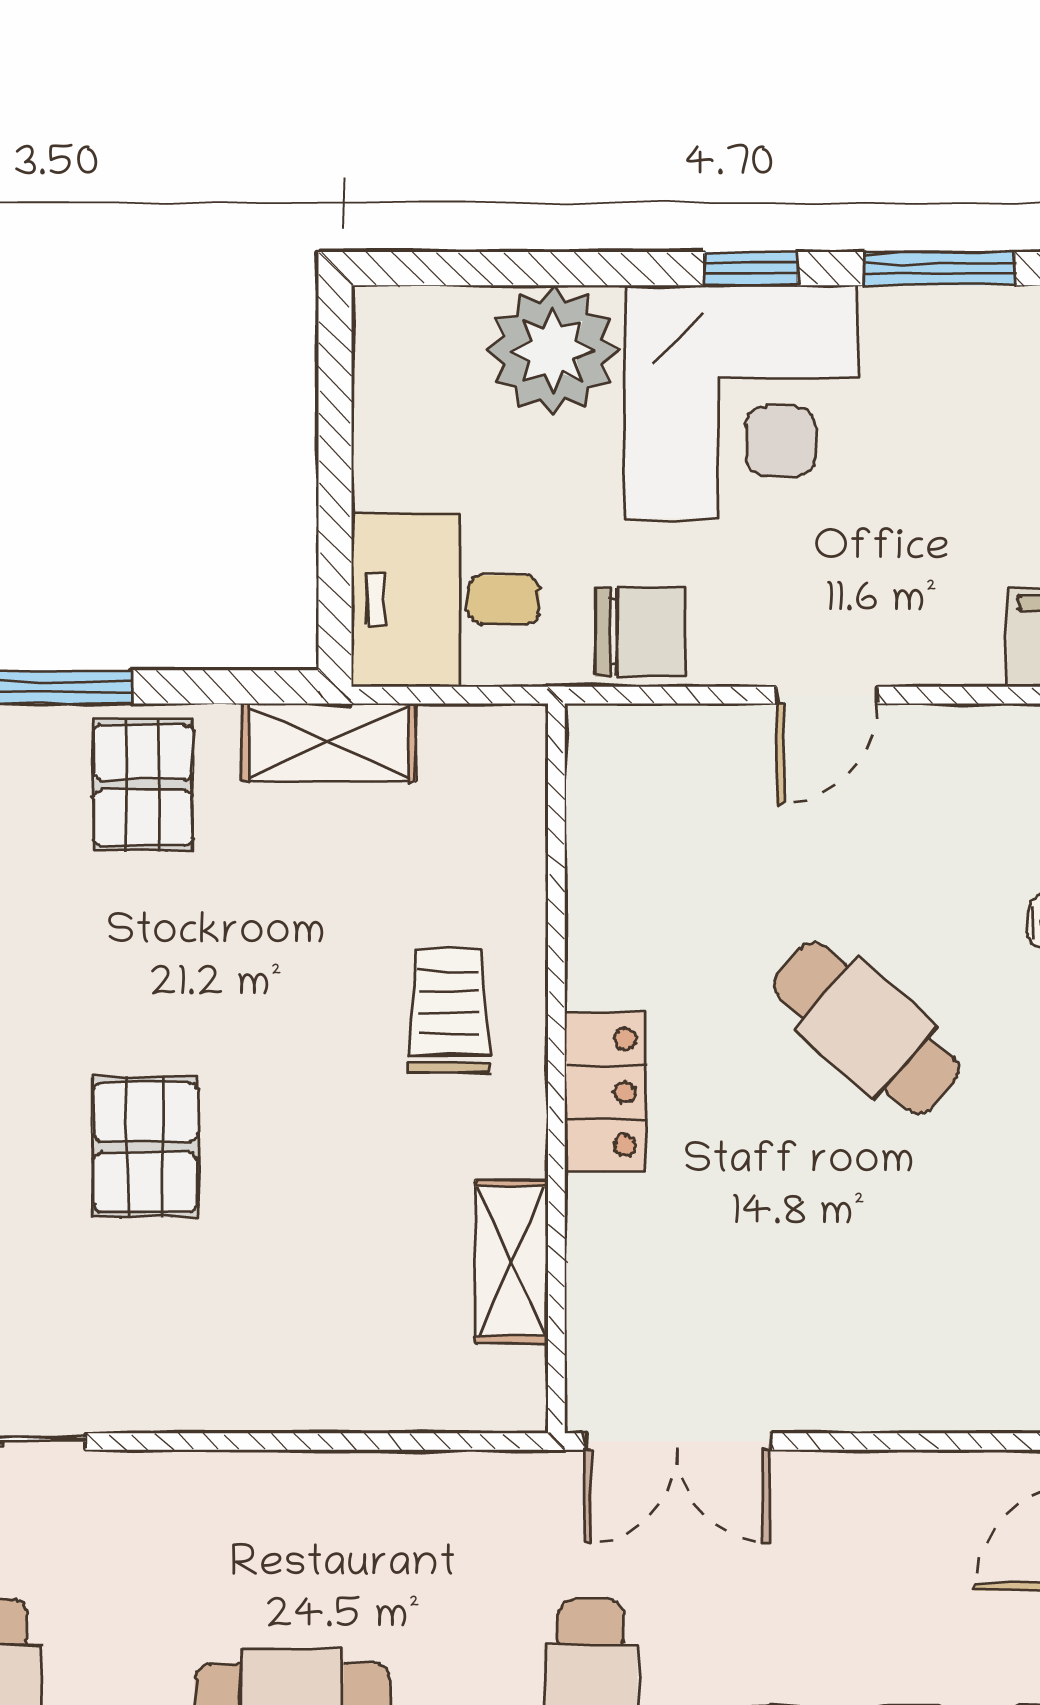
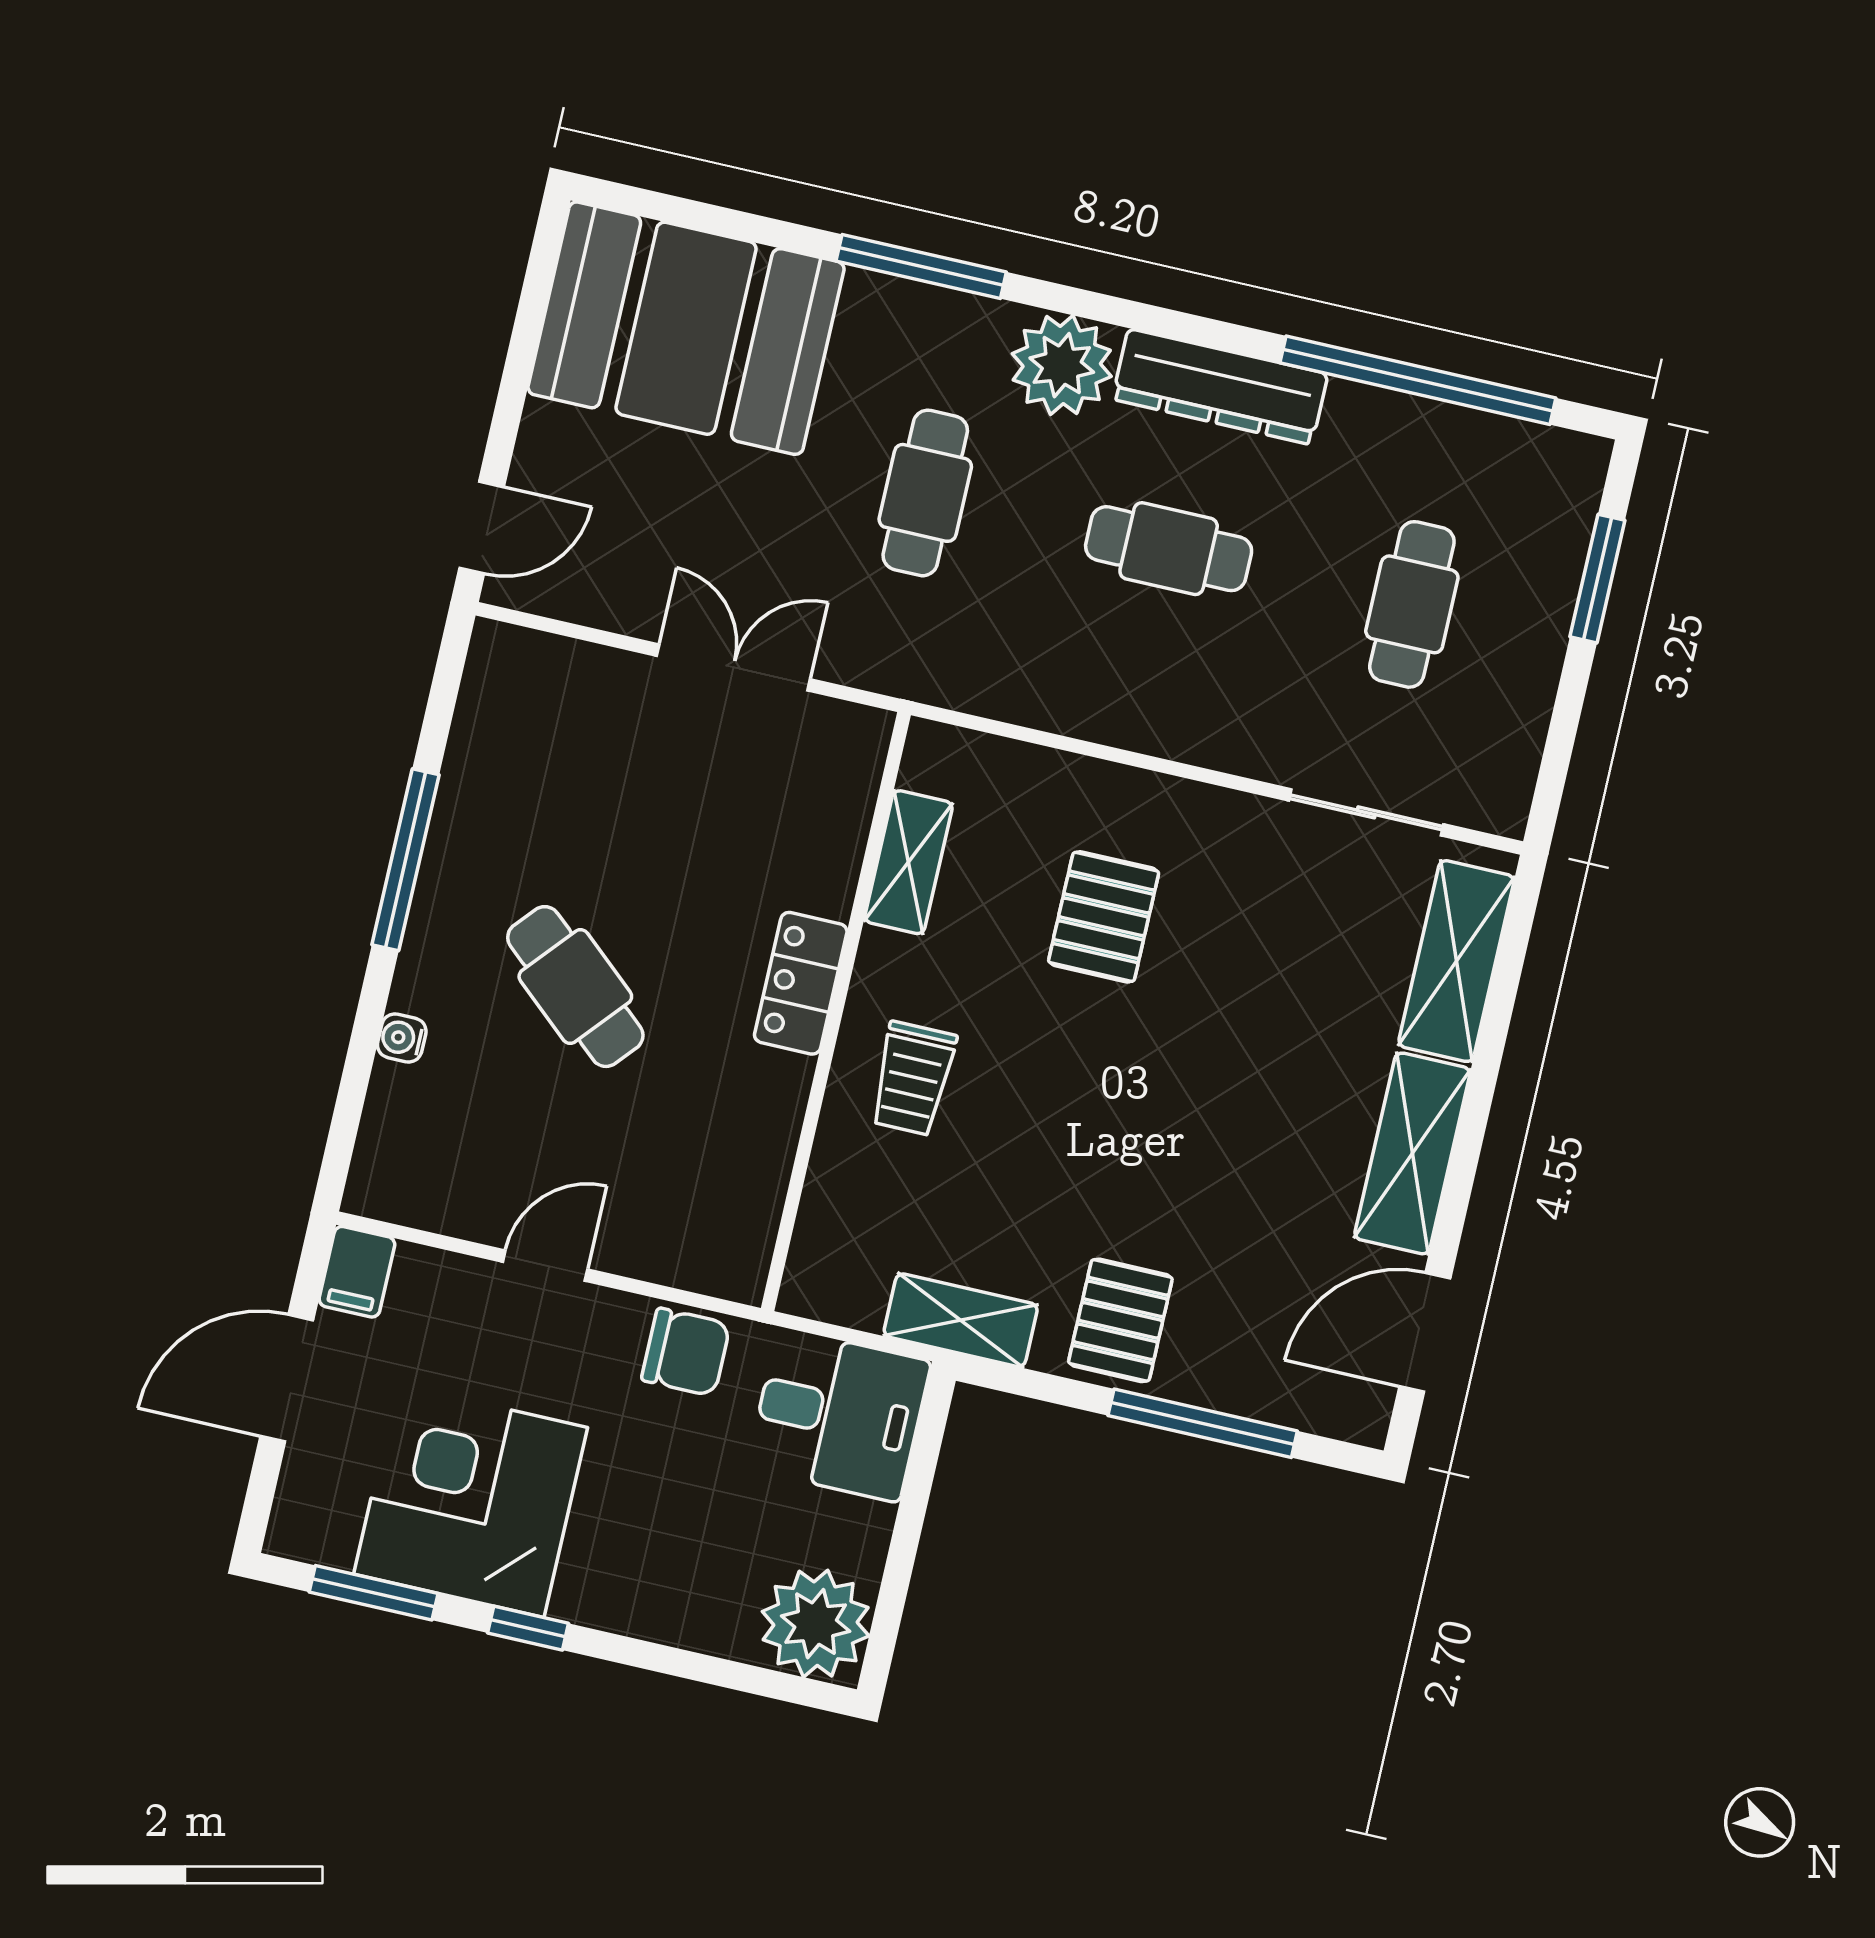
plant: (553, 351) -> (816, 1624), moved
corner desk: (741, 402) -> (471, 1501), moved
chair: (640, 632) -> (686, 1352), turned 180
pallet: (145, 1147) -> (1104, 917), moved
double door: (677, 1441) -> (733, 667), moved

